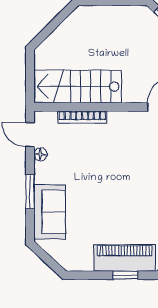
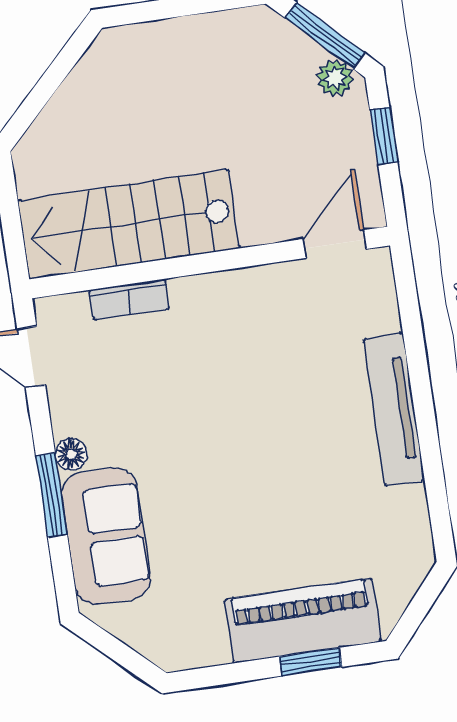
bookcase: (82, 117) -> (129, 299), width x0.64
floor lamp: (40, 154) -> (71, 454), moved

